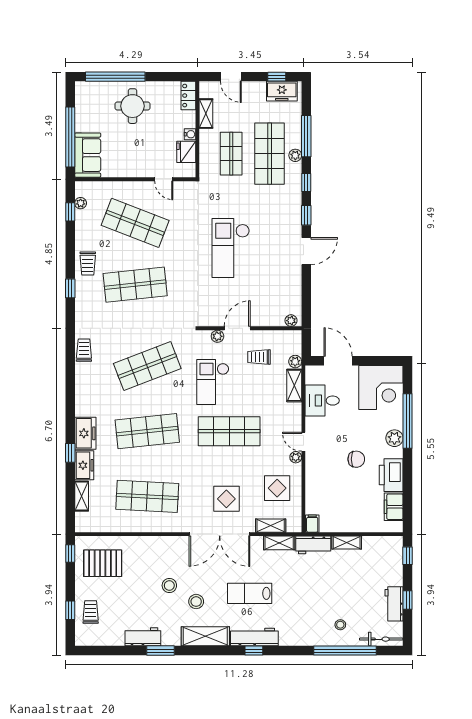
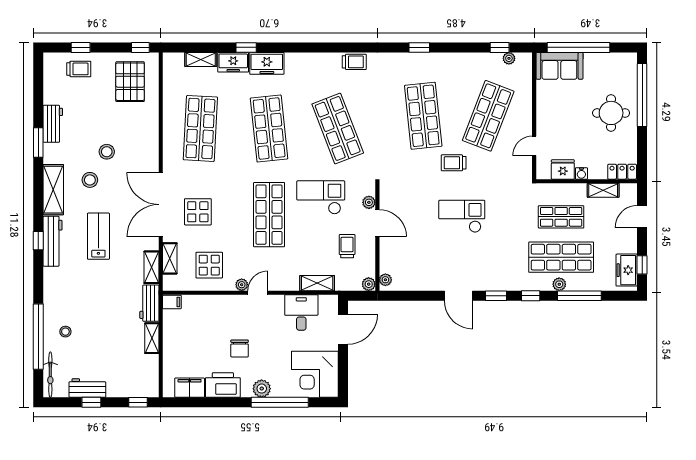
checkout: (231, 248) -> (462, 216), width x0.73, depth x0.83
trolley: (88, 264) -> (454, 163), moved
plant: (295, 362) -> (369, 284), moved

